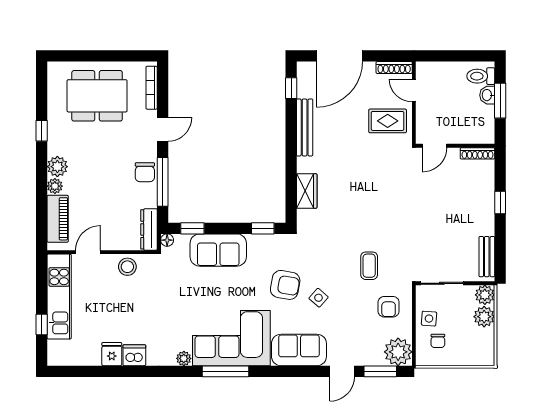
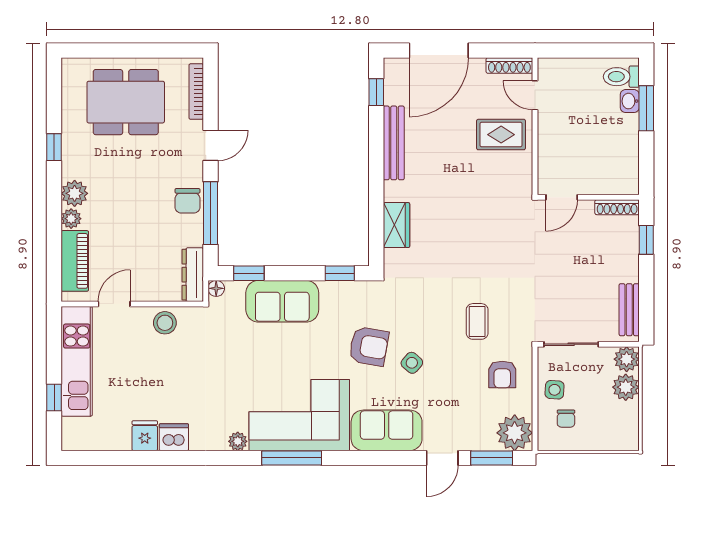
door: (434, 146) -> (562, 197), moved
wall: (455, 146) -> (588, 197), moved
shoe rack: (477, 153) -> (617, 207), moved

